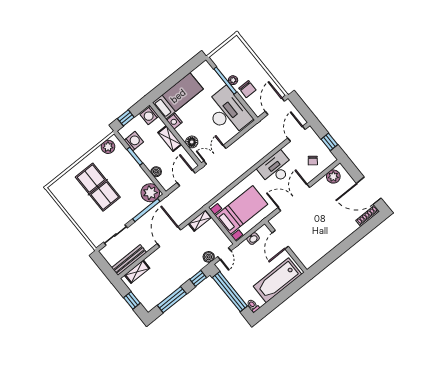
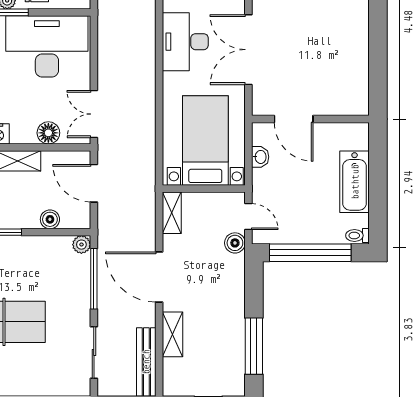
plant: (150, 193) -> (81, 245), width x0.53, depth x0.53
shelving: (137, 272) -> (173, 334), moved
window: (198, 278) -> (254, 283), removed
bathtub: (277, 280) -> (355, 182), width x0.73, depth x0.73

